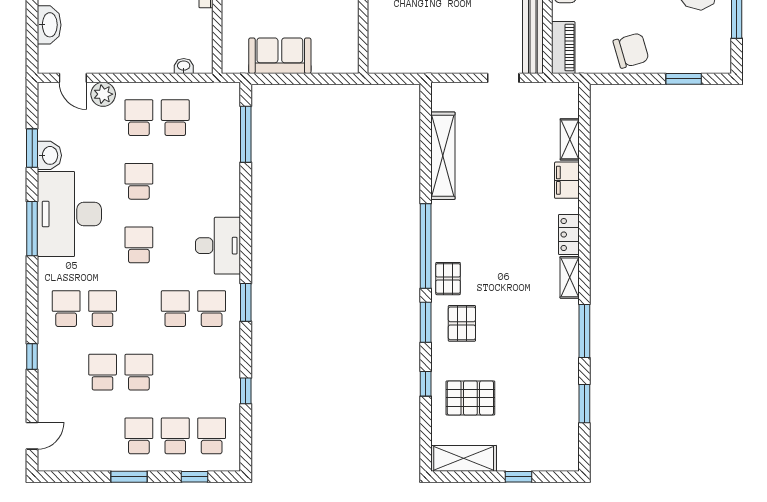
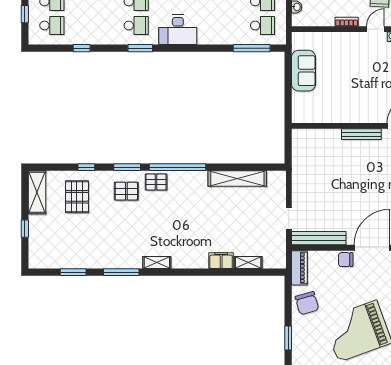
piano: (563, 48) -> (299, 268), moved, turned -90
school desk: (212, 118) -> (263, 25), added
locker: (569, 235) -> (185, 262), removed

